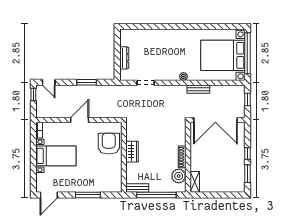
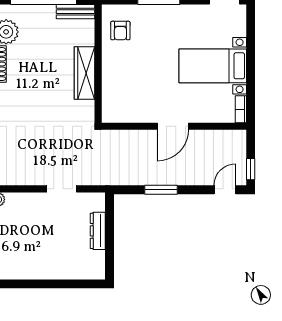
door: (49, 82) -> (225, 190), hinge flipped
armchair: (109, 144) -> (120, 31), moved, width x0.53, depth x0.53
wardrobe: (132, 152) -> (85, 73), width x1.50

